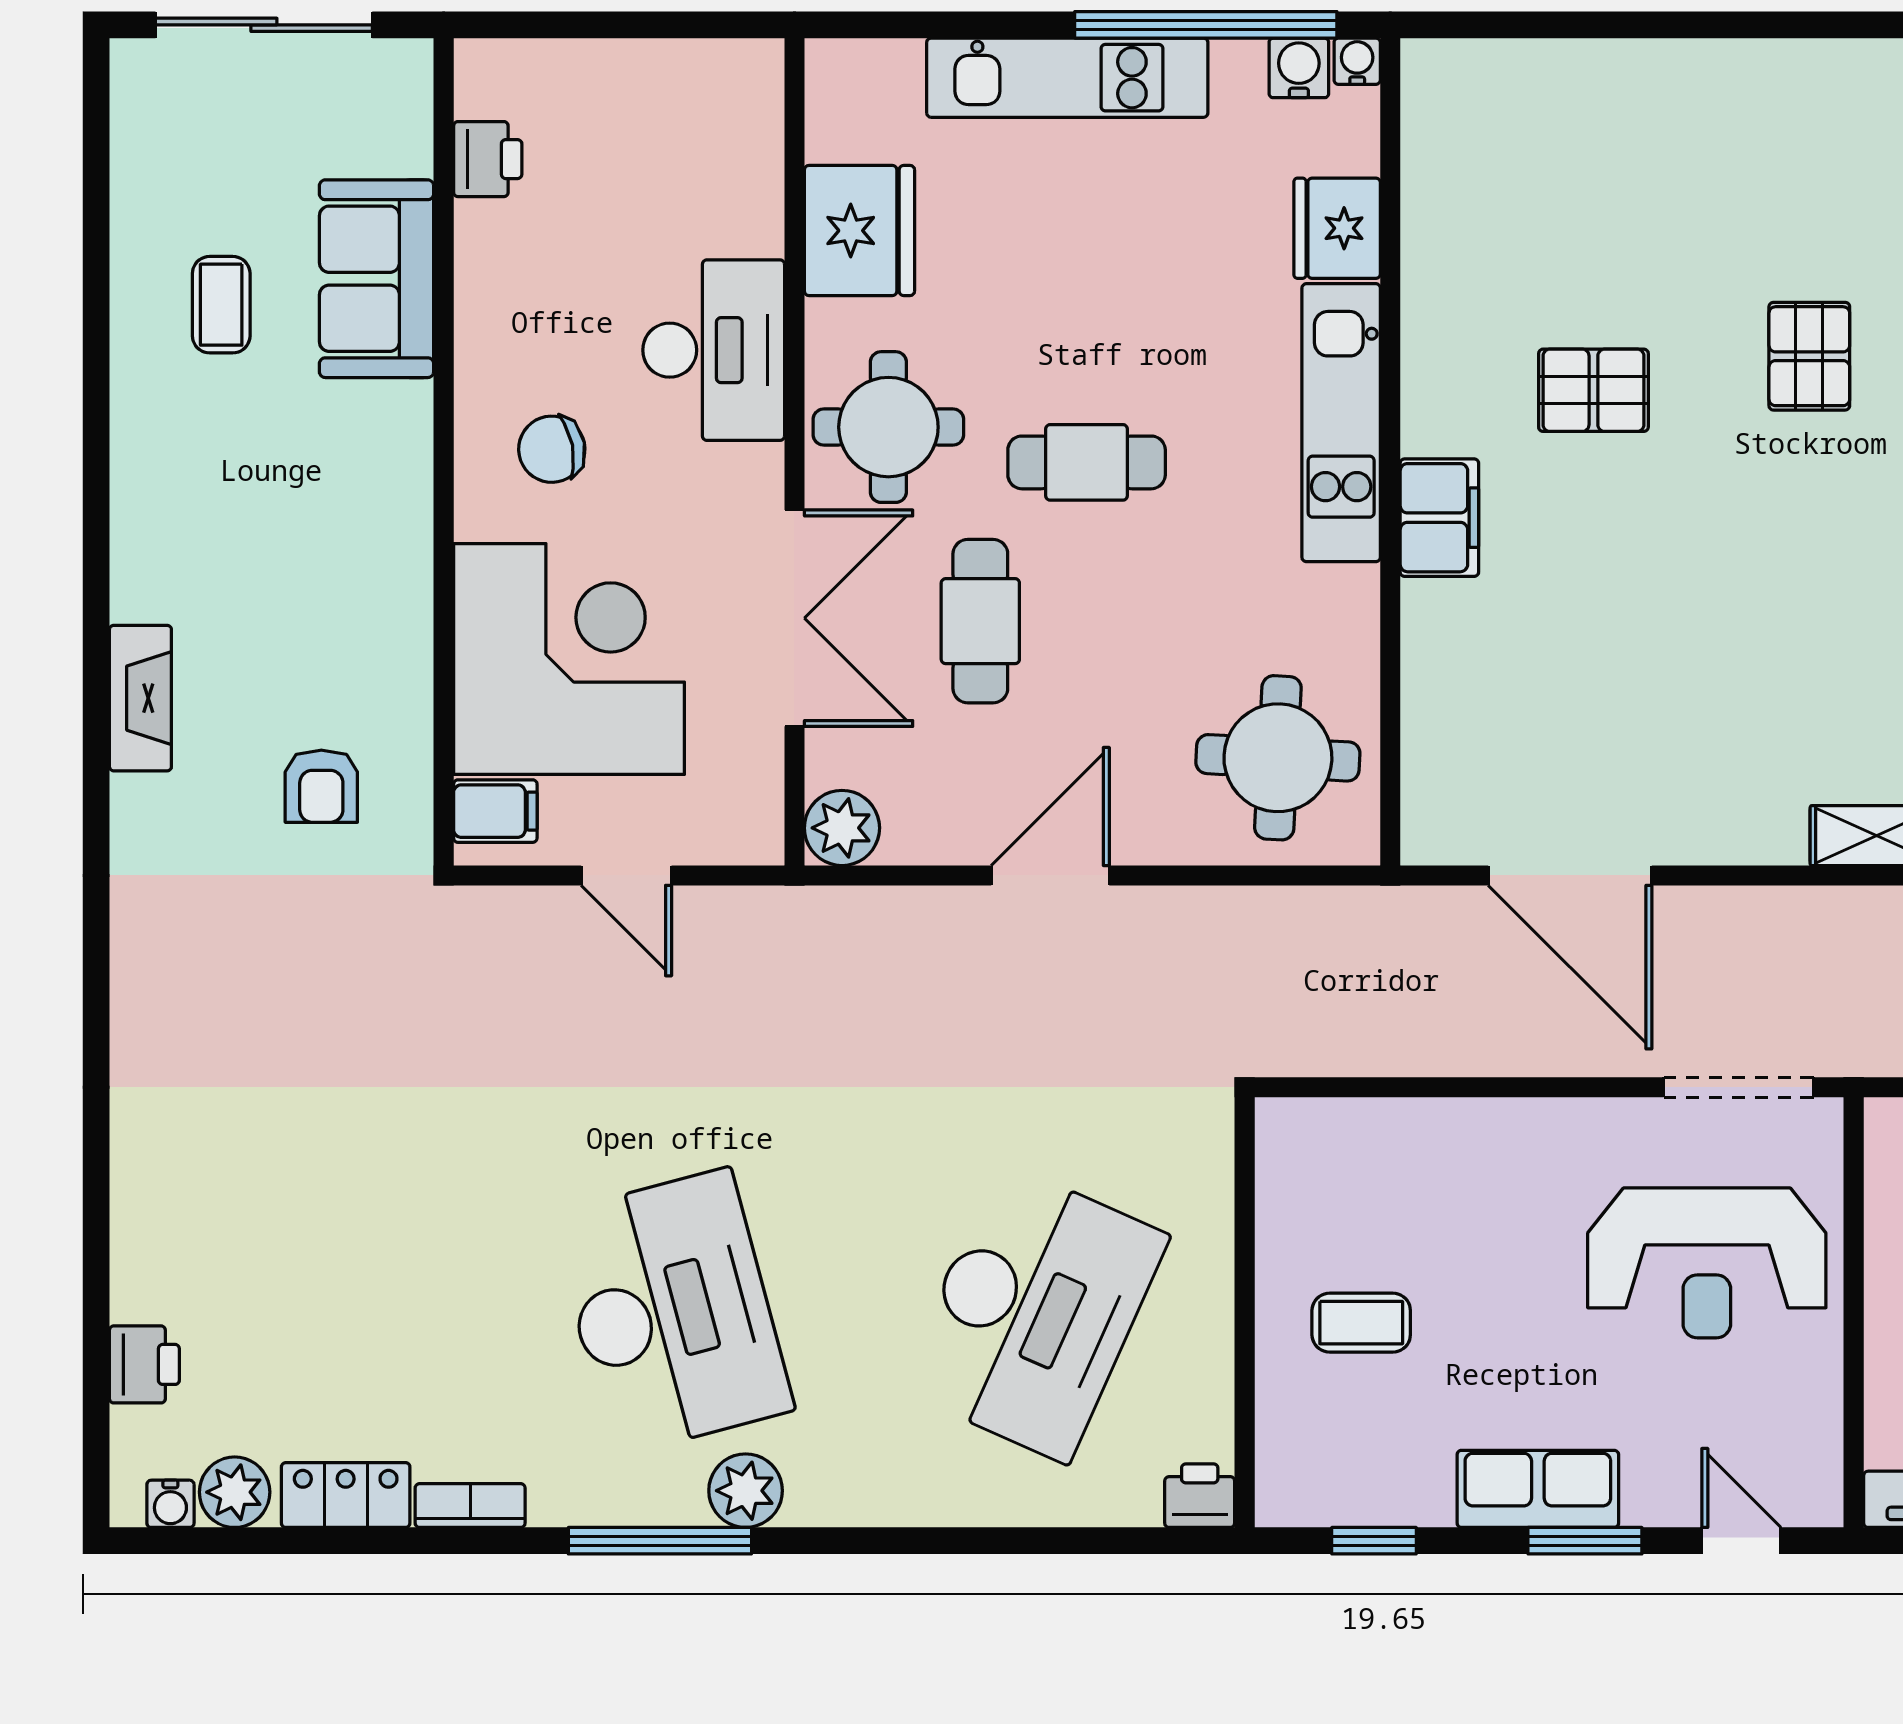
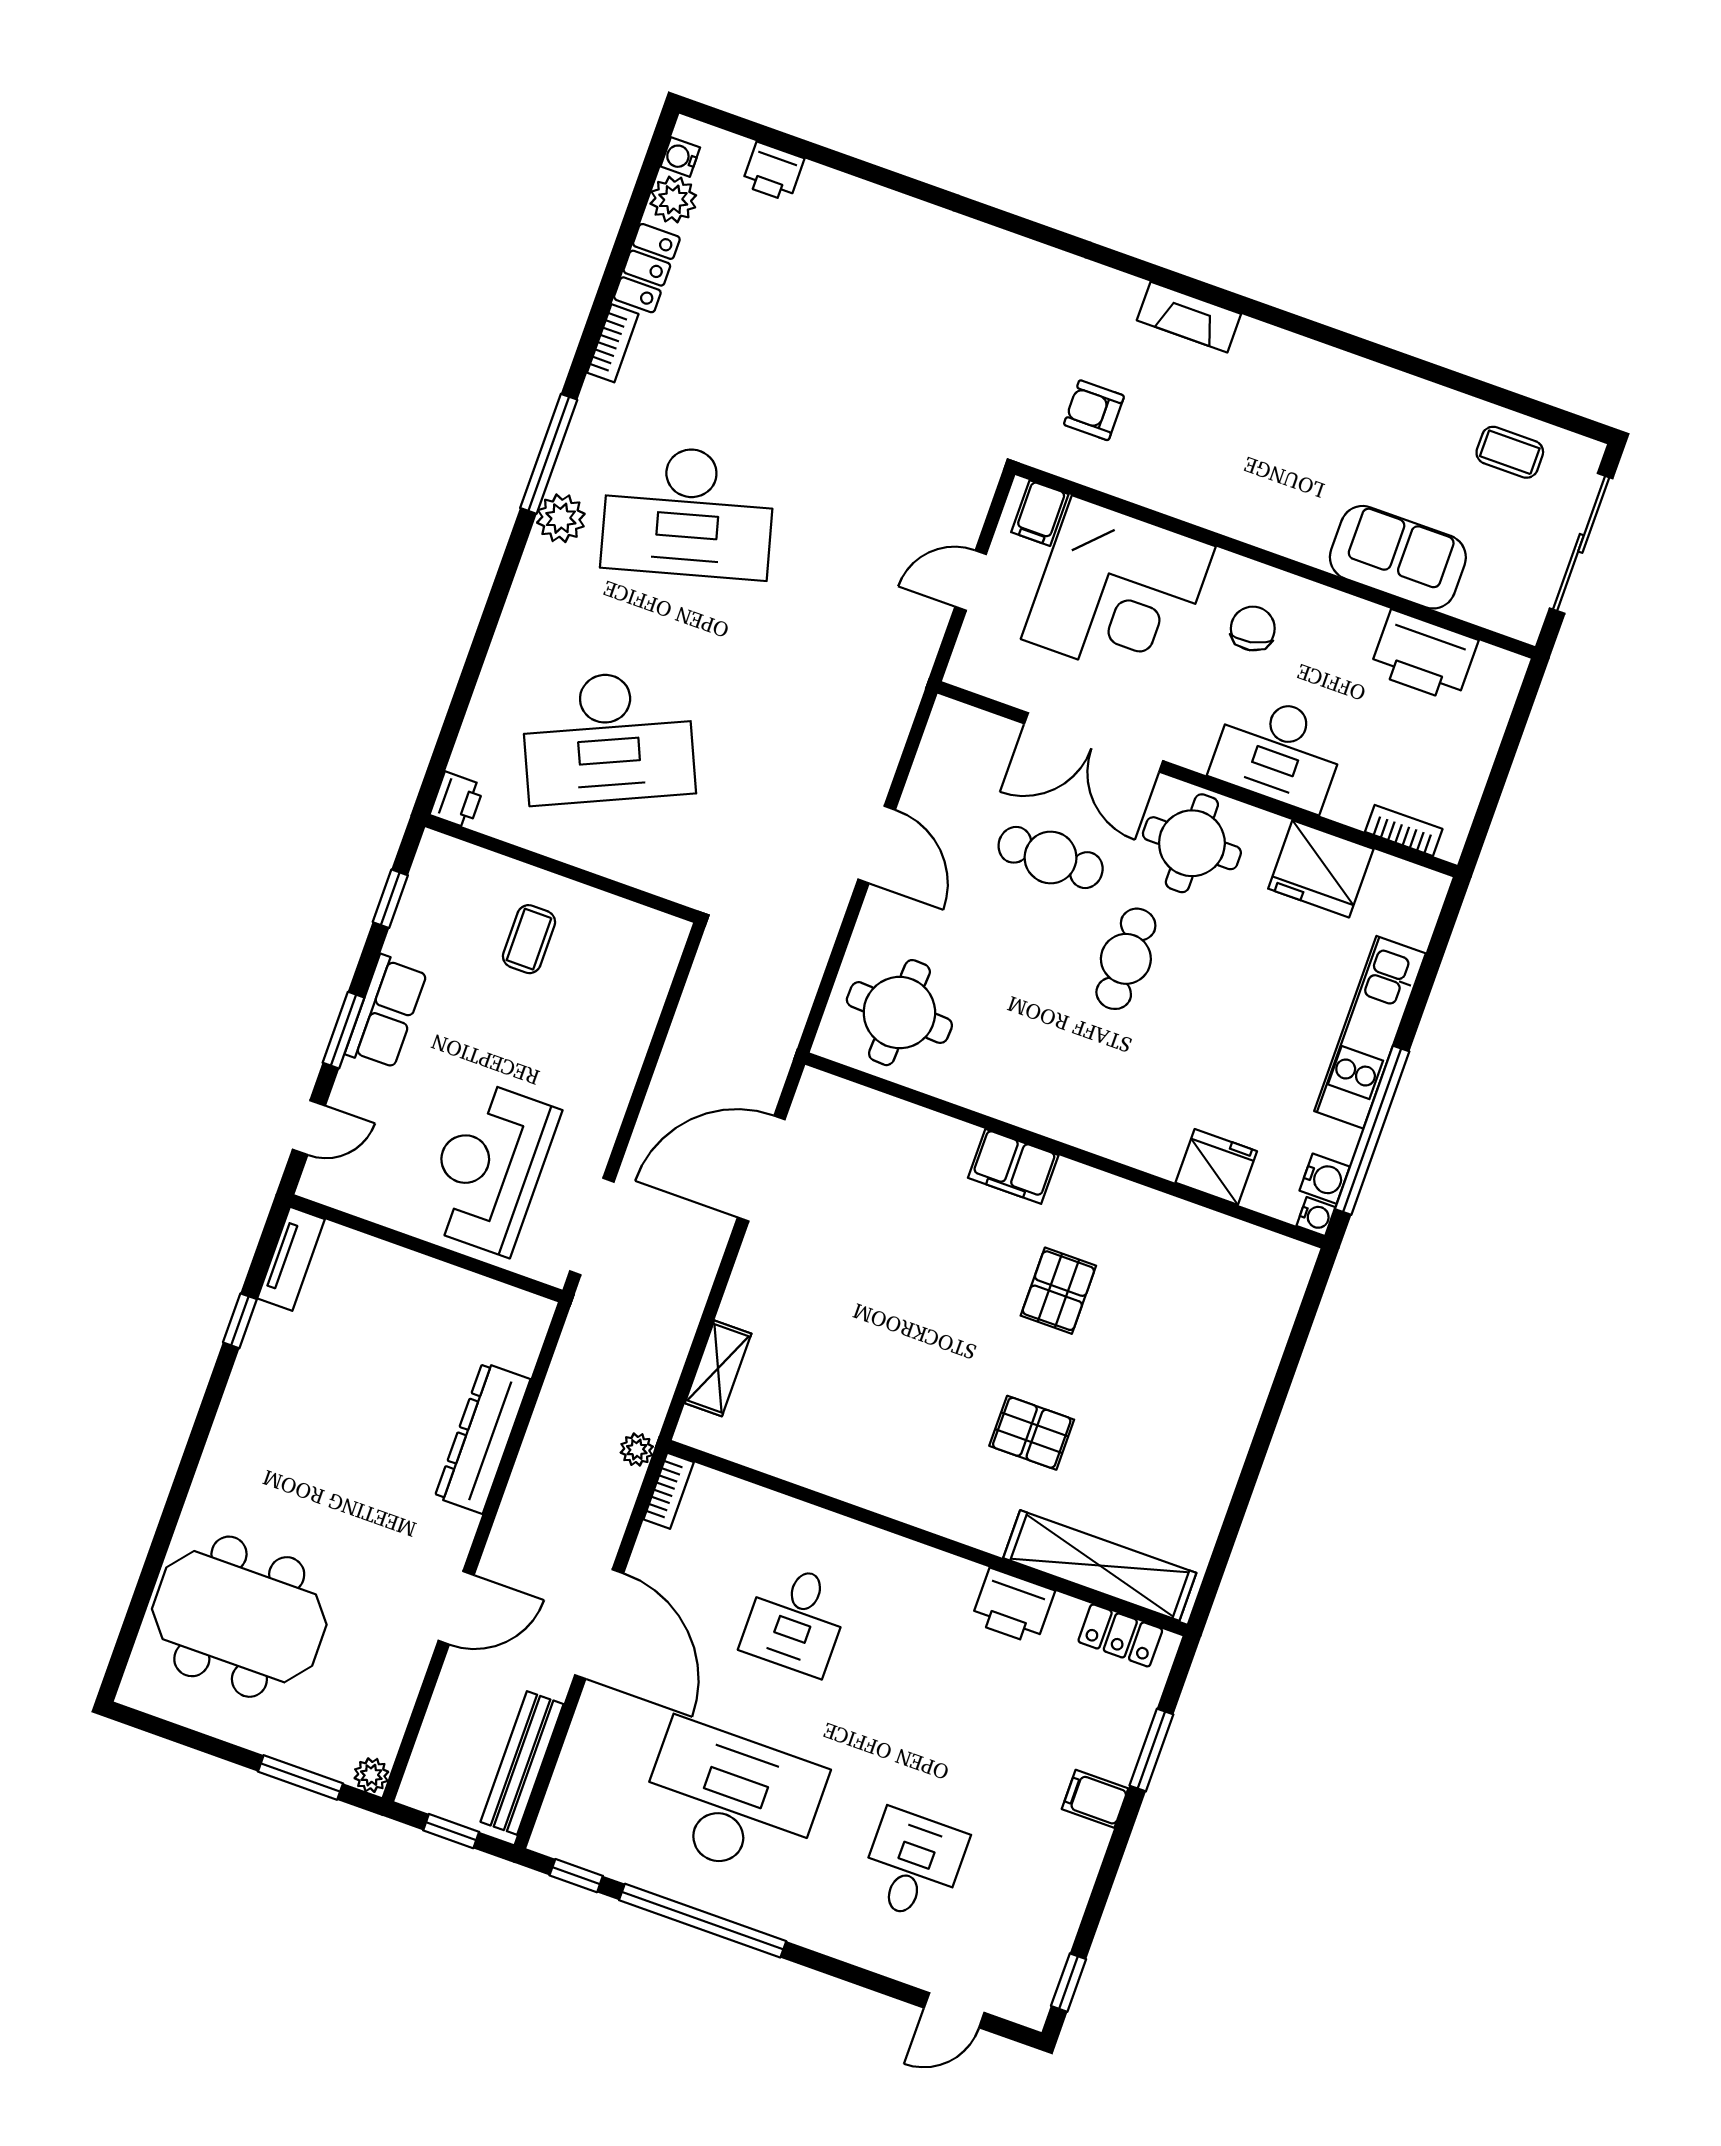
bookcase: (763, 132) -> (1404, 830), added
printer: (488, 159) -> (1424, 656), width x1.87, depth x1.48
coffee table: (221, 305) -> (1510, 452), moved
kitchen unit: (1341, 423) -> (1094, 1126), removed
plant: (842, 828) -> (952, 725), removed
desk: (1034, 1312) -> (608, 737), turned -48

